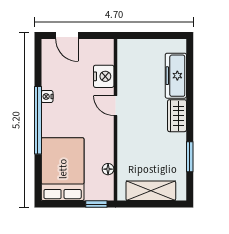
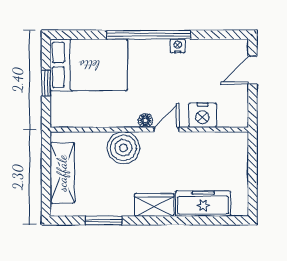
boiler: (130, 141) -> (123, 148), added
floor lamp: (108, 169) -> (145, 120), moved
window: (96, 204) -> (46, 83), moved

